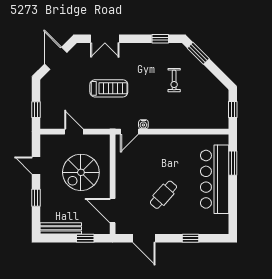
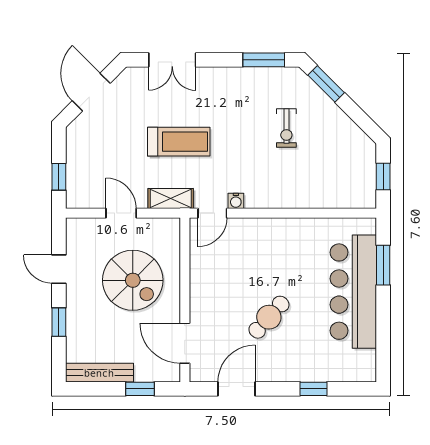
window: (160, 39) -> (264, 60), width x1.50
shelving: (104, 123) -> (171, 198), added
spiral stairs: (81, 172) -> (133, 280), turned -90
door: (144, 238) -> (237, 389), swing flipped

